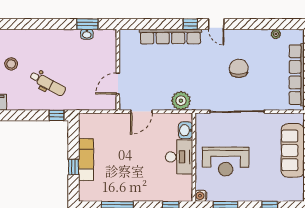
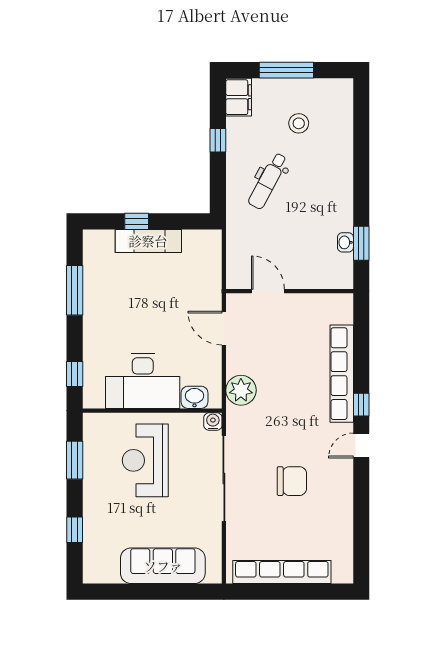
plant: (276, 34) -> (346, 539), removed
window: (57, 115) -> (218, 140), moved
desk: (179, 157) -> (143, 381), width x1.36, depth x1.30
water cooler: (201, 196) -> (213, 422), moved

